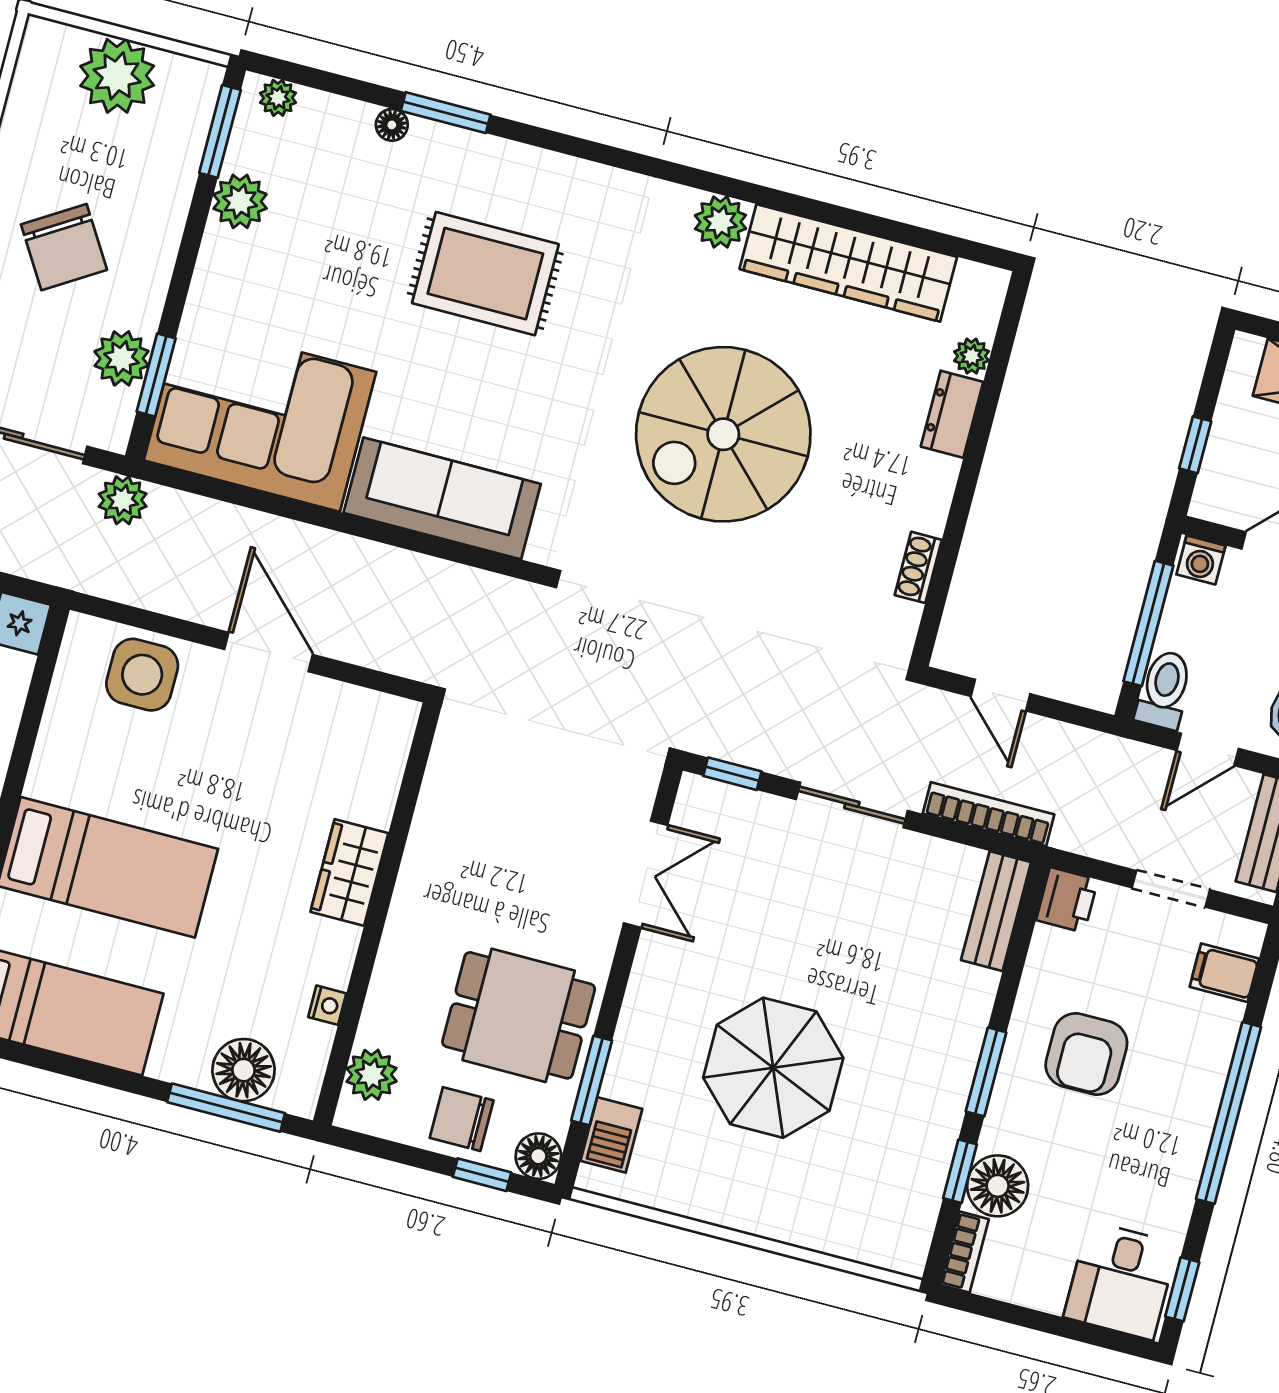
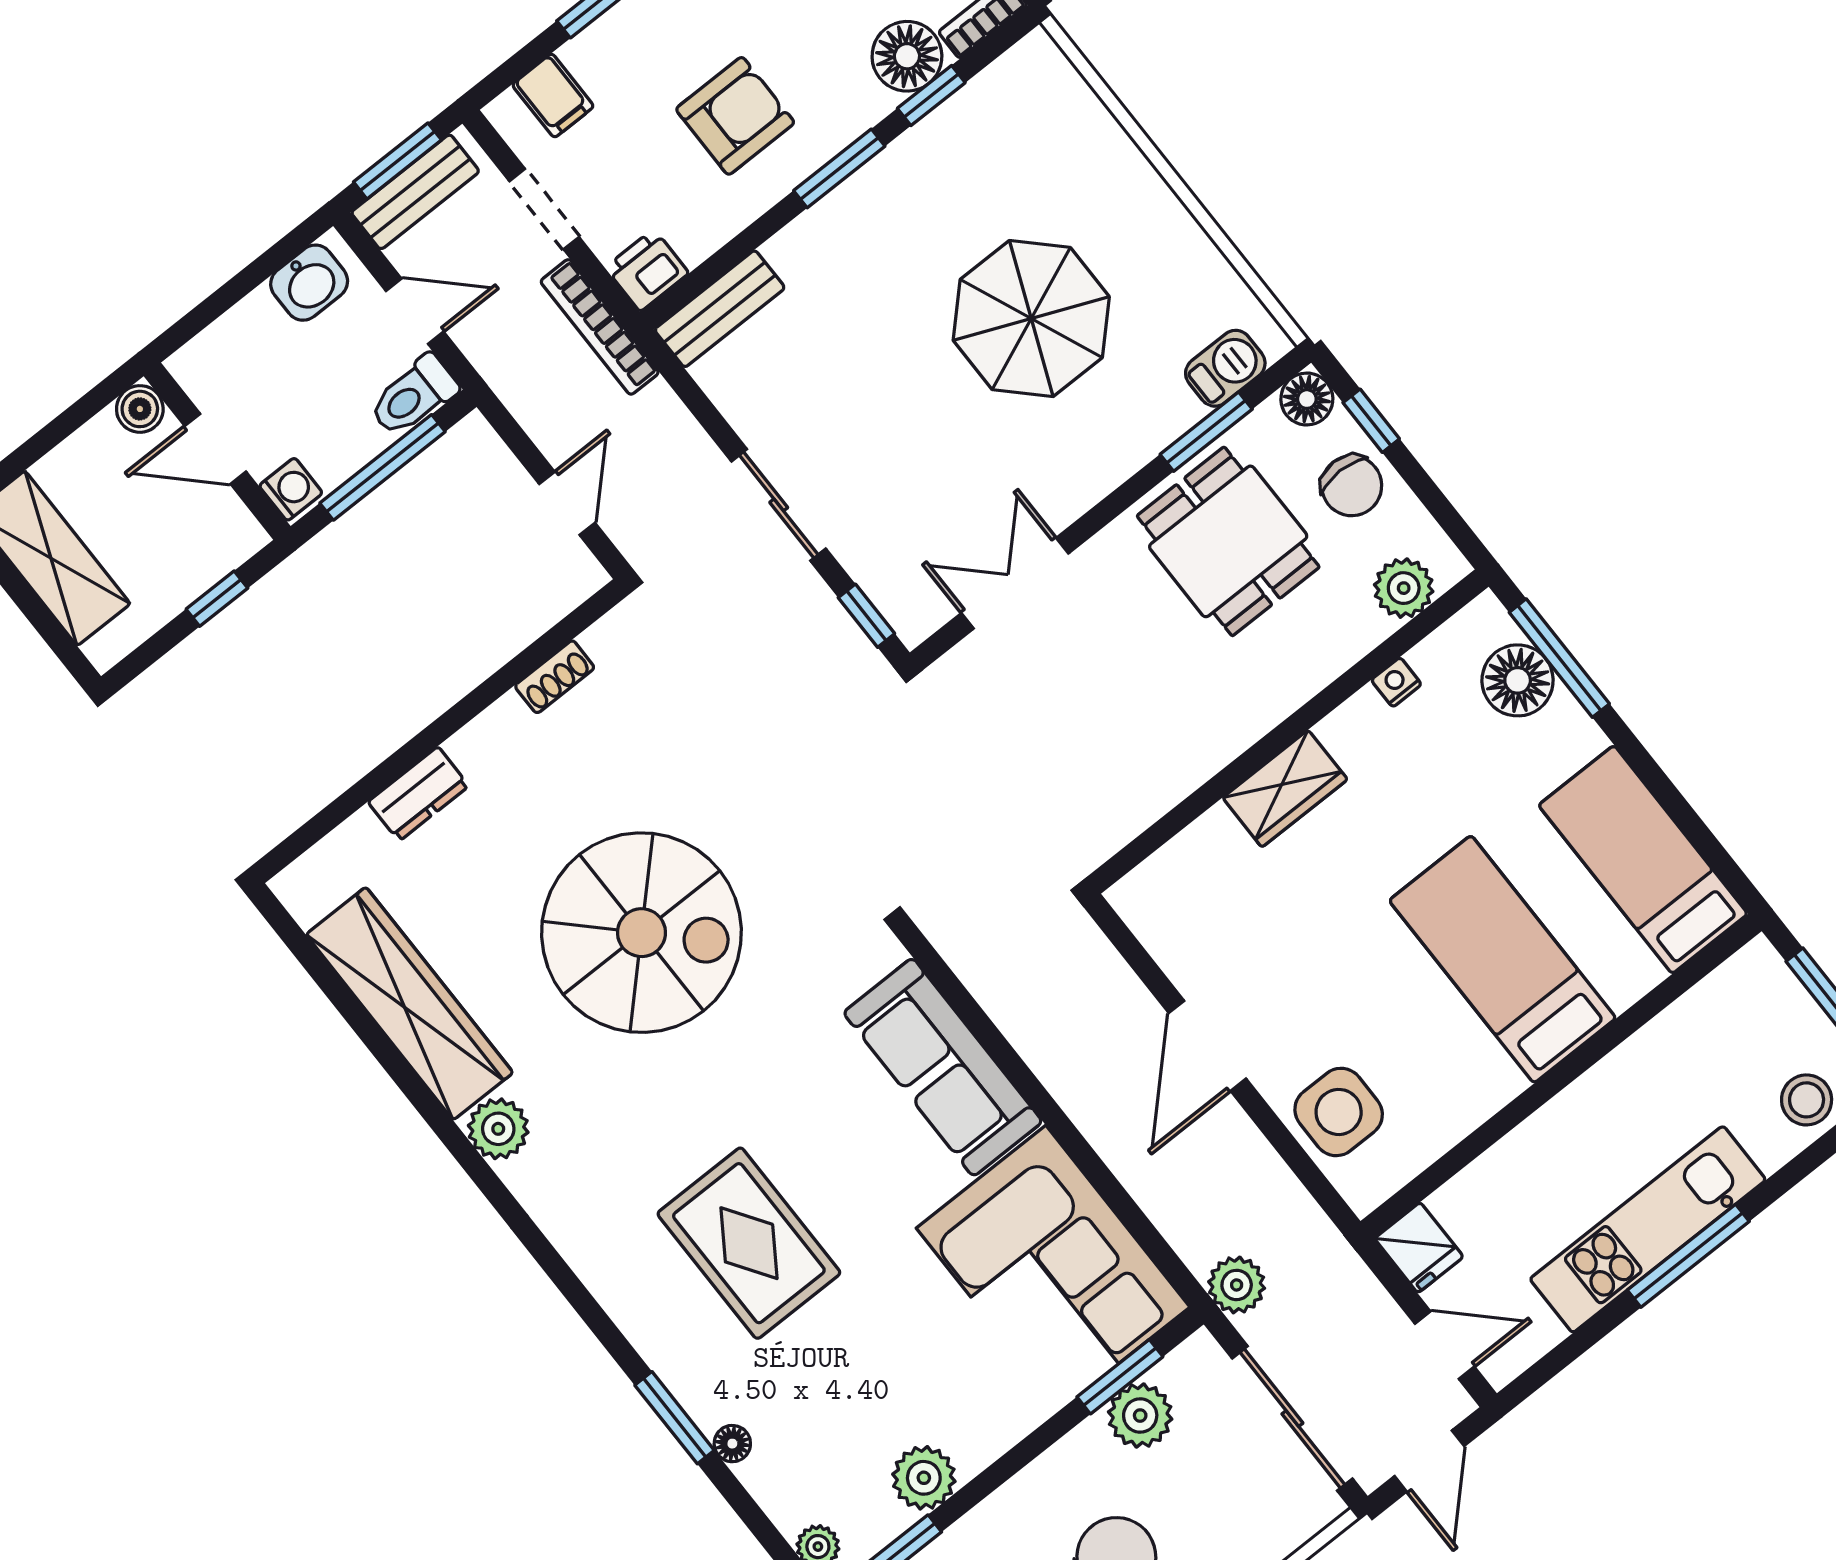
plant: (972, 356) -> (361, 834), removed
bookcase: (988, 814) -> (600, 327), moved

